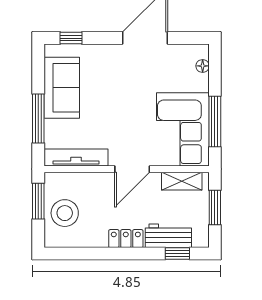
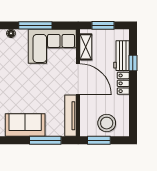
window: (215, 121) -> (35, 25), moved
door: (132, 169) -> (78, 79), width x1.36
window: (177, 254) -> (133, 63), moved

